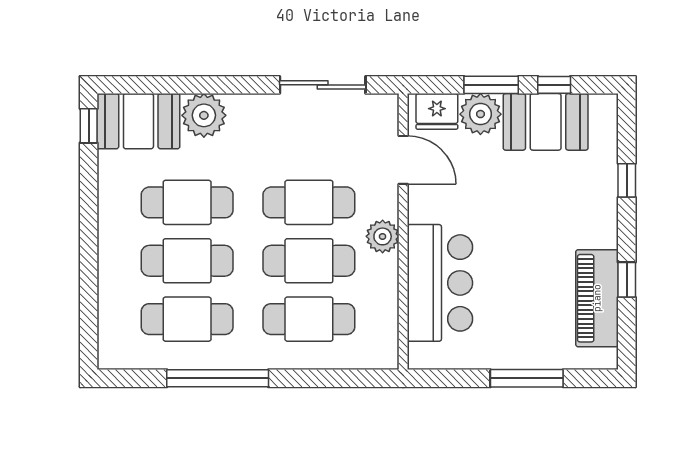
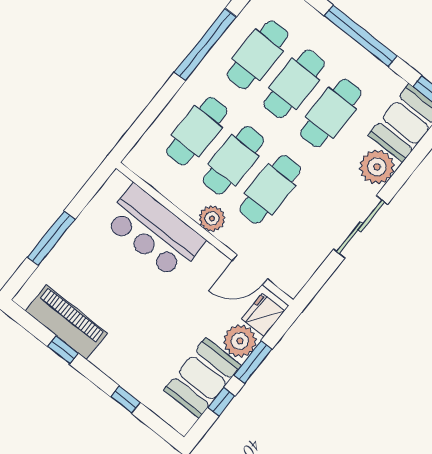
sliding door: (323, 85) -> (360, 227), moved
window: (89, 233) -> (361, 36), added

